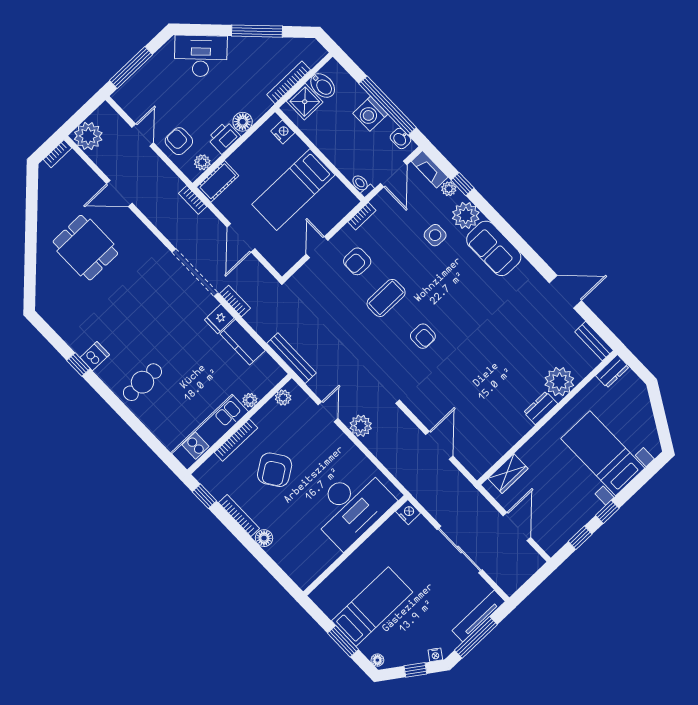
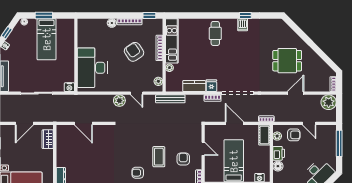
armchair: (423, 336) -> (138, 173), moved
door: (517, 527) -> (24, 123), hinge flipped

